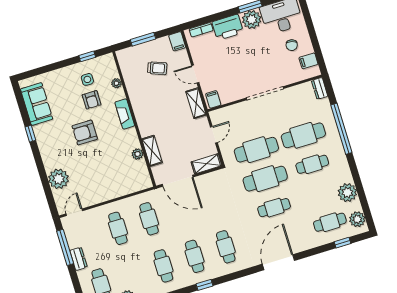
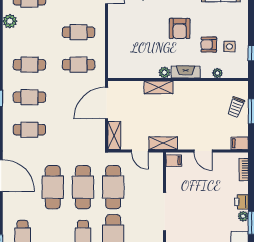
plant: (252, 20) -> (243, 216), width x0.53, depth x0.53
printer: (228, 27) -> (242, 202), width x0.53, depth x0.68
trolley: (157, 68) -> (236, 107), moved
door: (195, 74) -> (203, 151), swing flipped
shelving: (196, 103) -> (163, 143), moved
armchair: (85, 133) -> (180, 28), turned 180
shelving: (152, 151) -> (158, 87), moved
plant: (137, 154) -> (165, 72), moved
cafe table: (274, 208) -> (53, 187), width x1.37, depth x1.35

